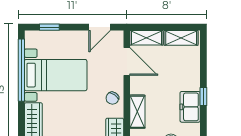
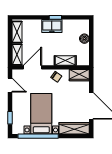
freezer: (190, 107) -> (52, 26), moved

